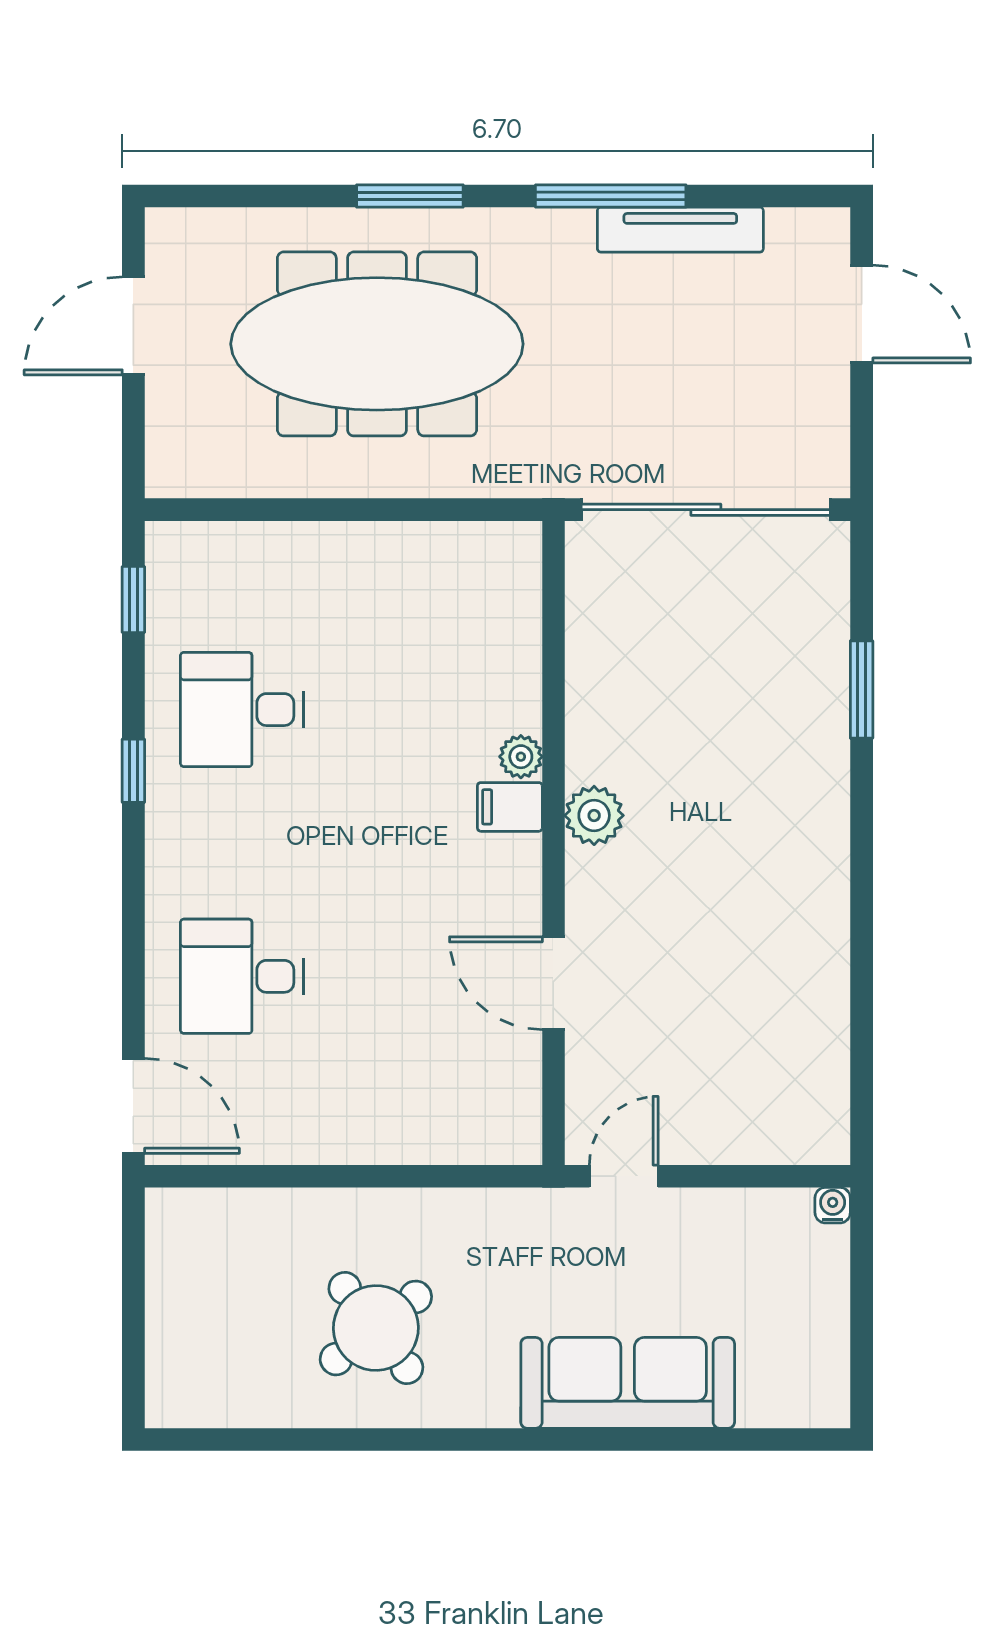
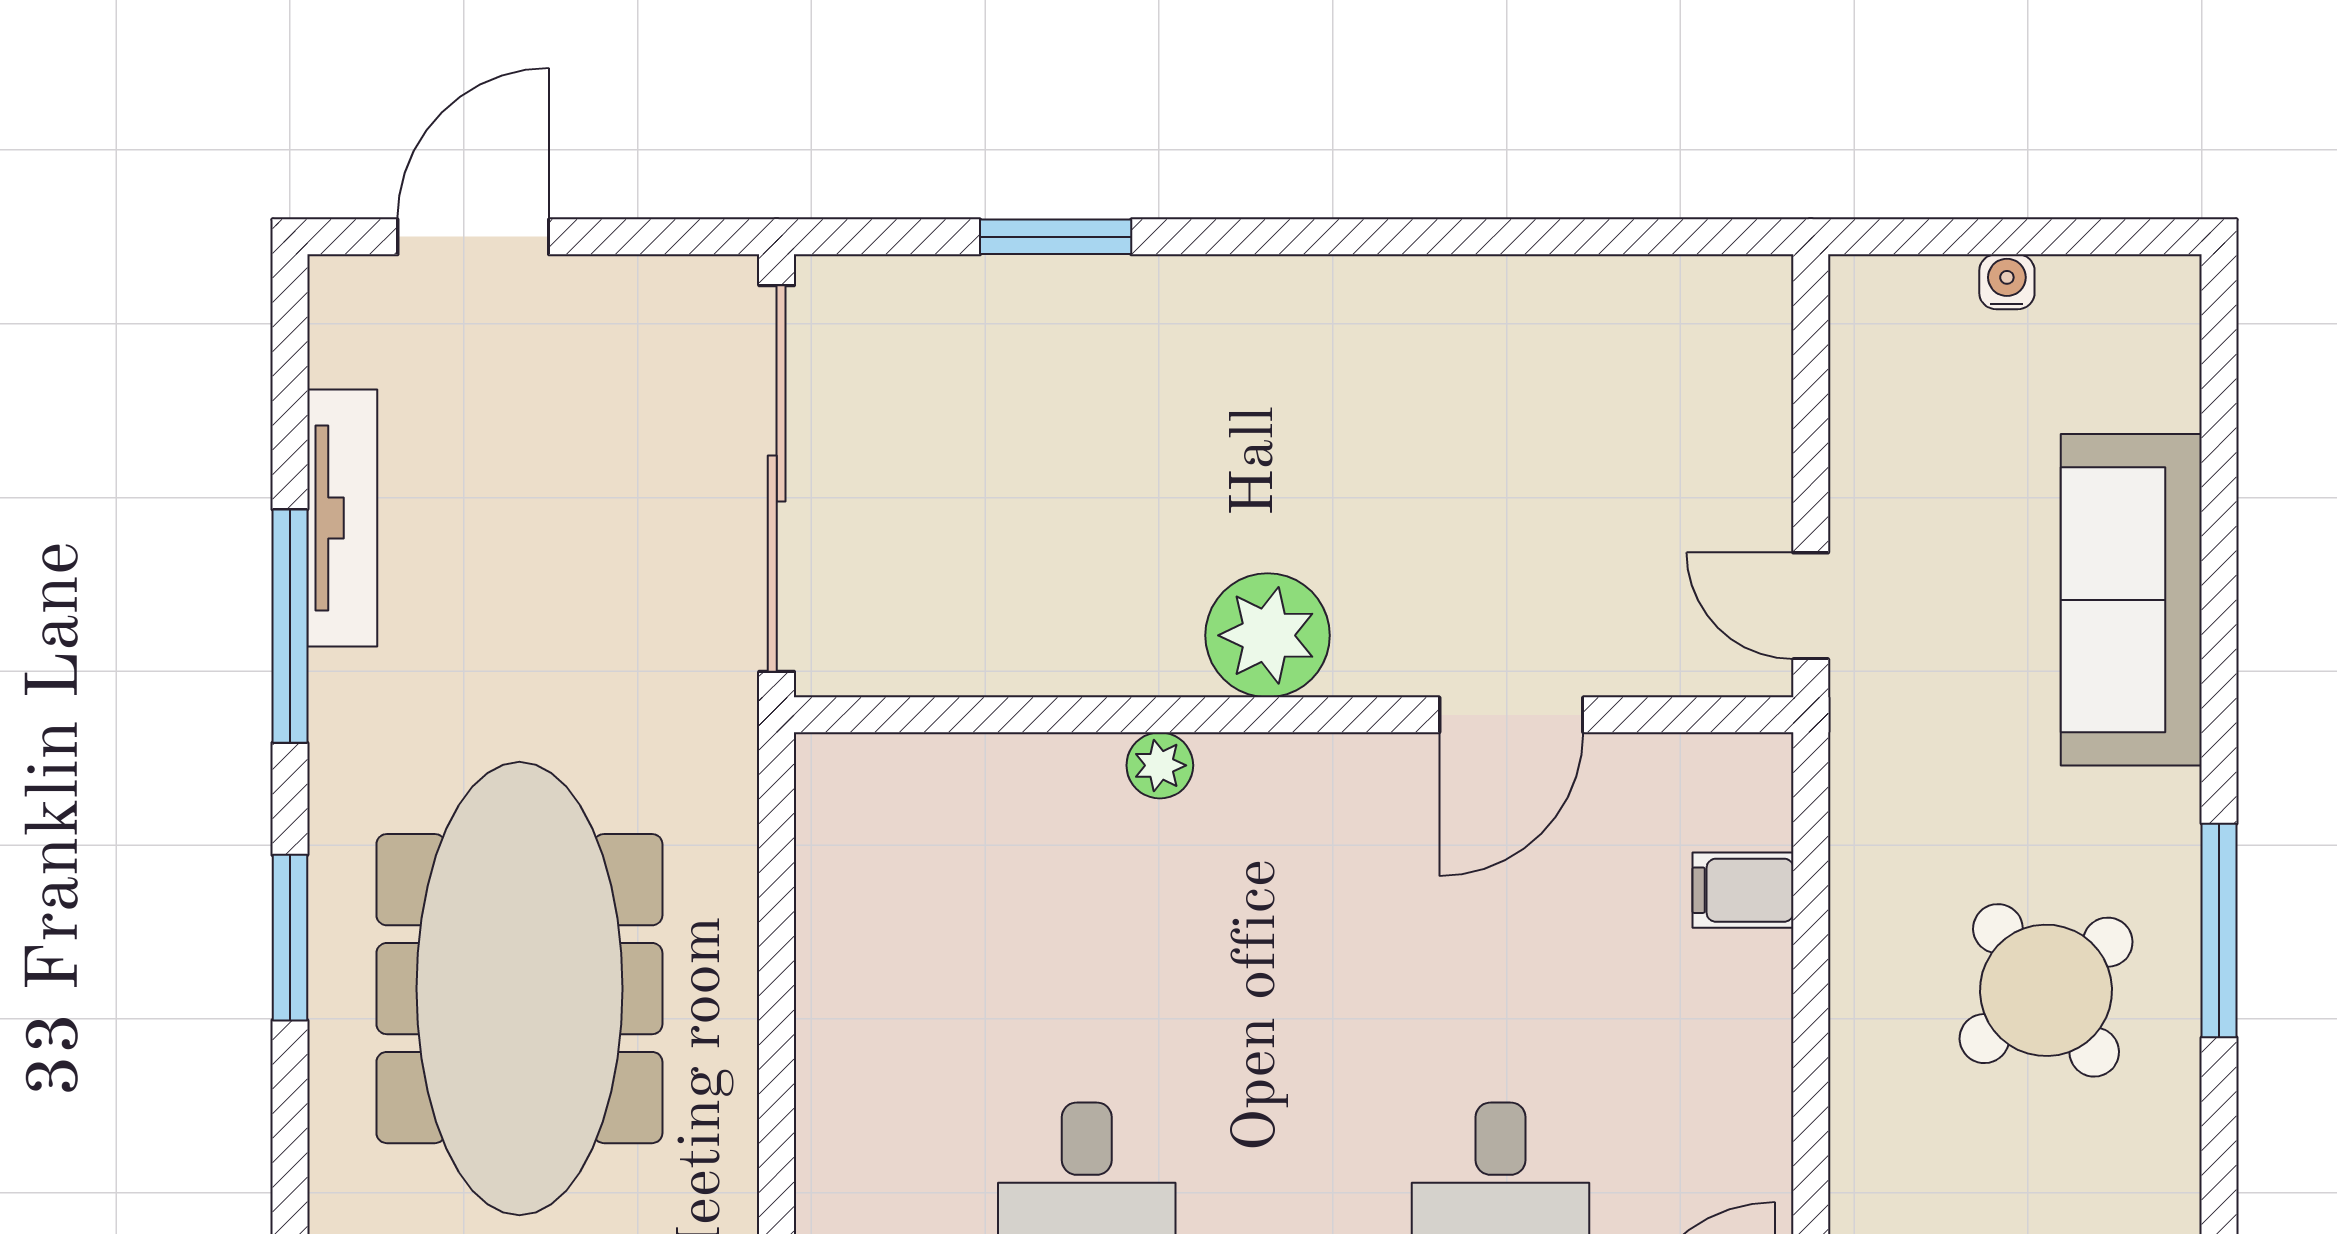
filing cabinet: (510, 807) -> (1743, 890), moved, turned 90
plant: (594, 815) -> (1268, 635), width x1.36, depth x1.36
water cooler: (833, 1205) -> (2007, 282), moved, turned 90
window: (414, 1440) -> (2219, 931), added

